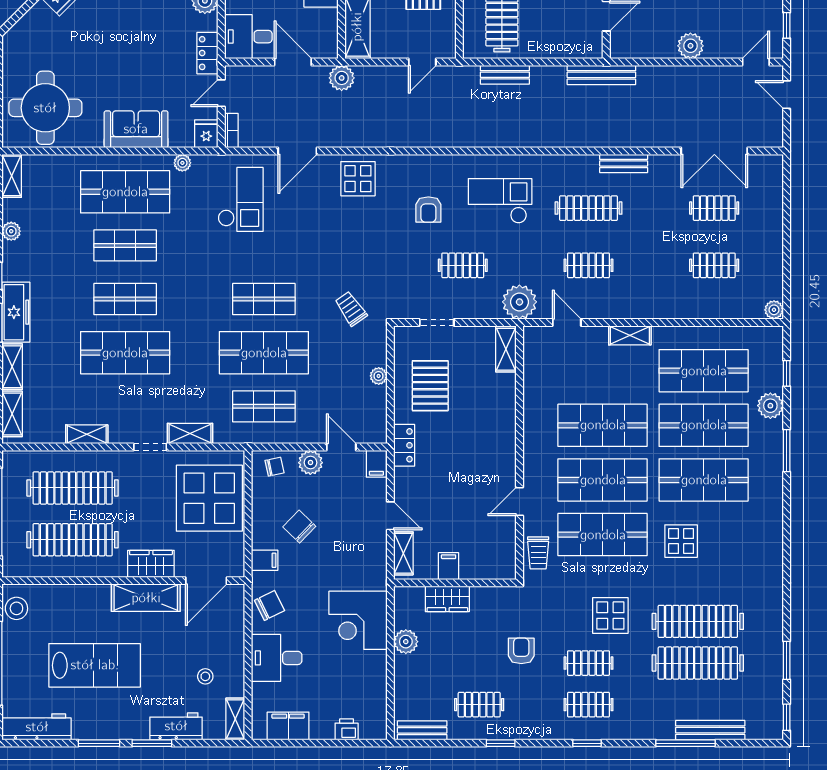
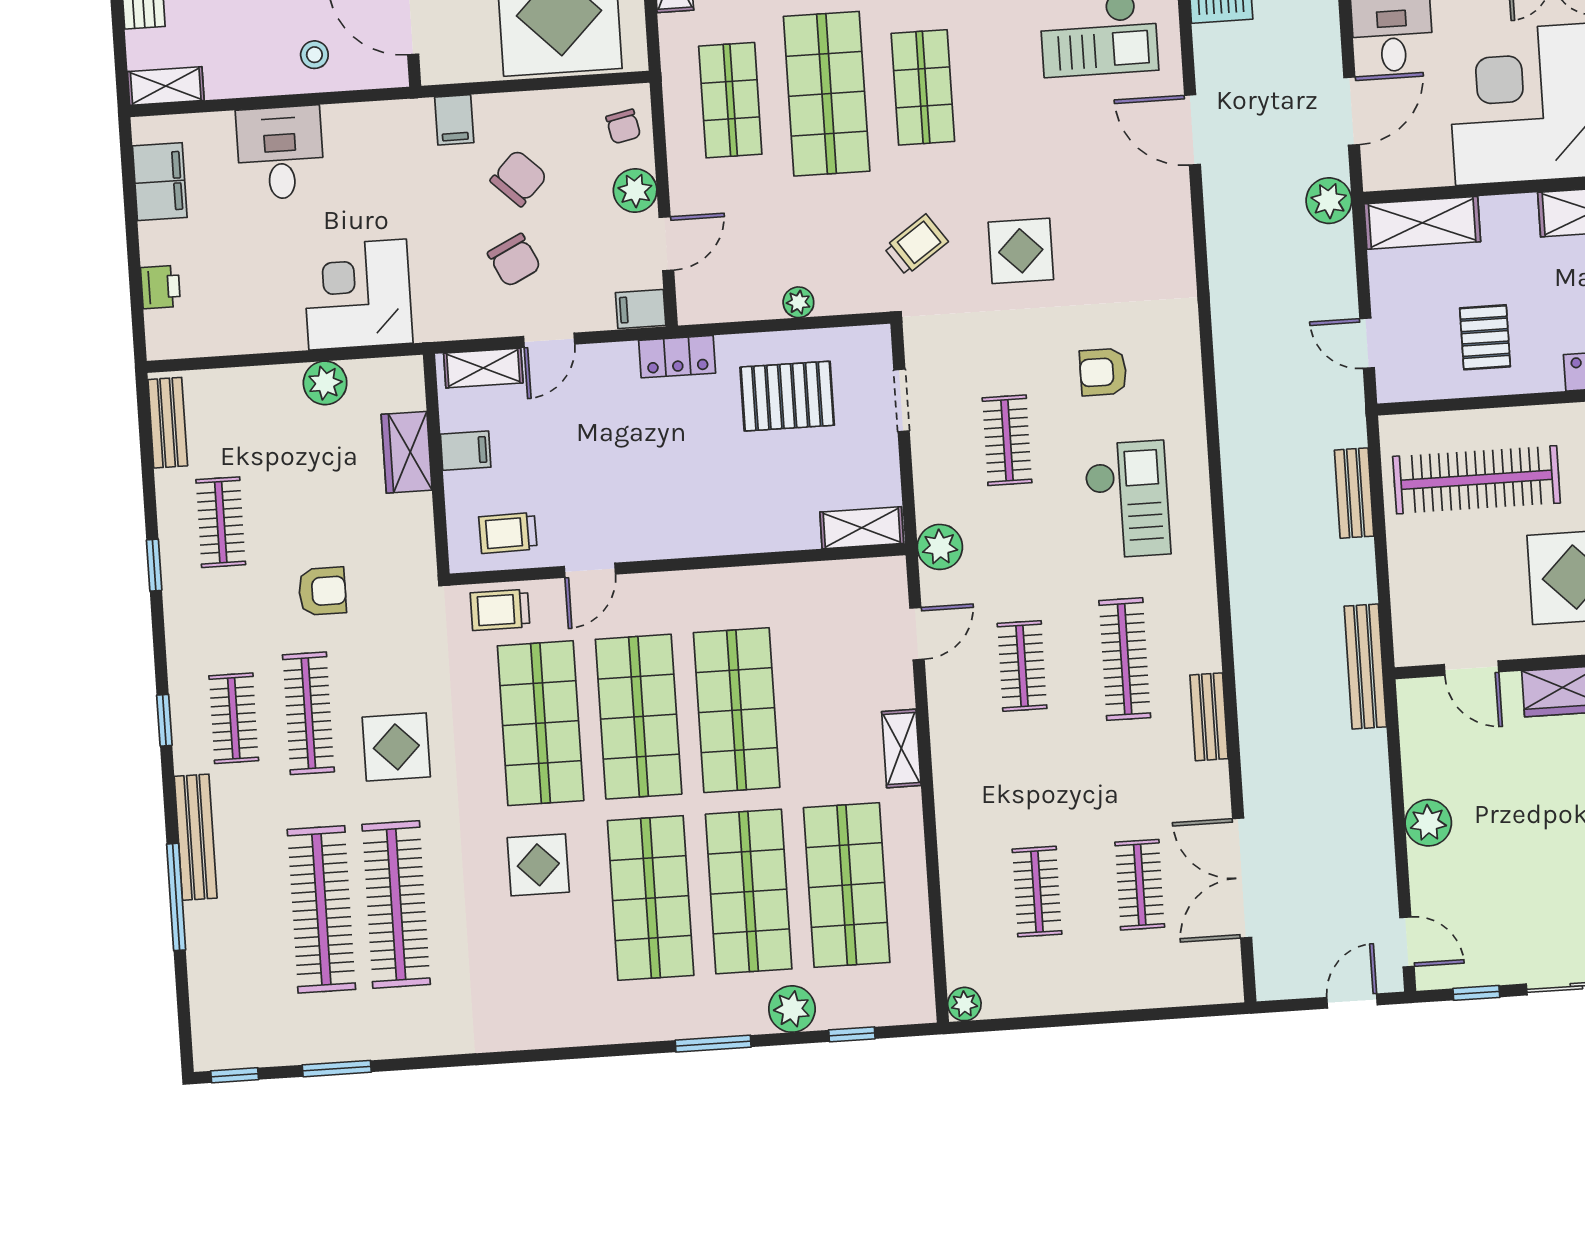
display table: (358, 179) -> (1021, 251), moved
plant: (519, 302) -> (940, 547), width x0.73, depth x0.73
door: (519, 502) -> (590, 570), swing flipped
trolley: (496, 546) -> (508, 533), added
chair: (270, 605) -> (514, 260), moved
clothes rail: (588, 663) -> (308, 713), width x1.36
stool: (205, 676) -> (314, 55), moved
bench: (710, 730) -> (196, 837), moved

